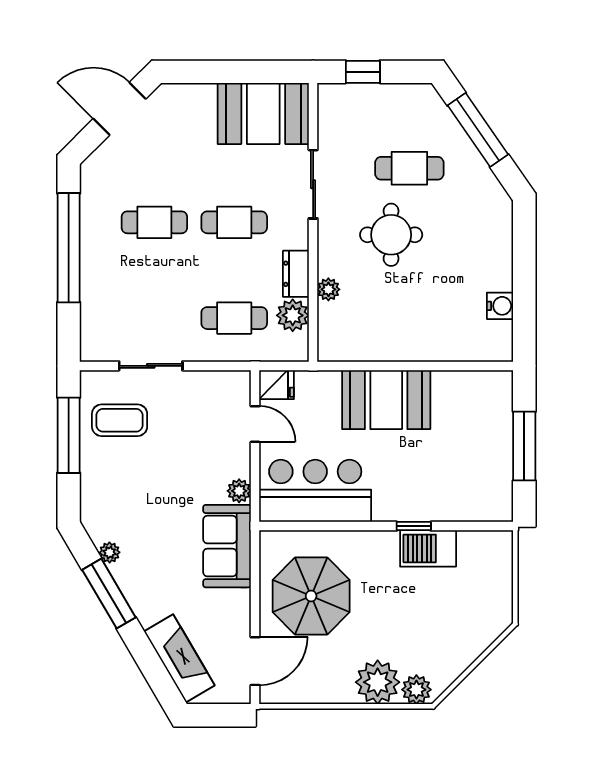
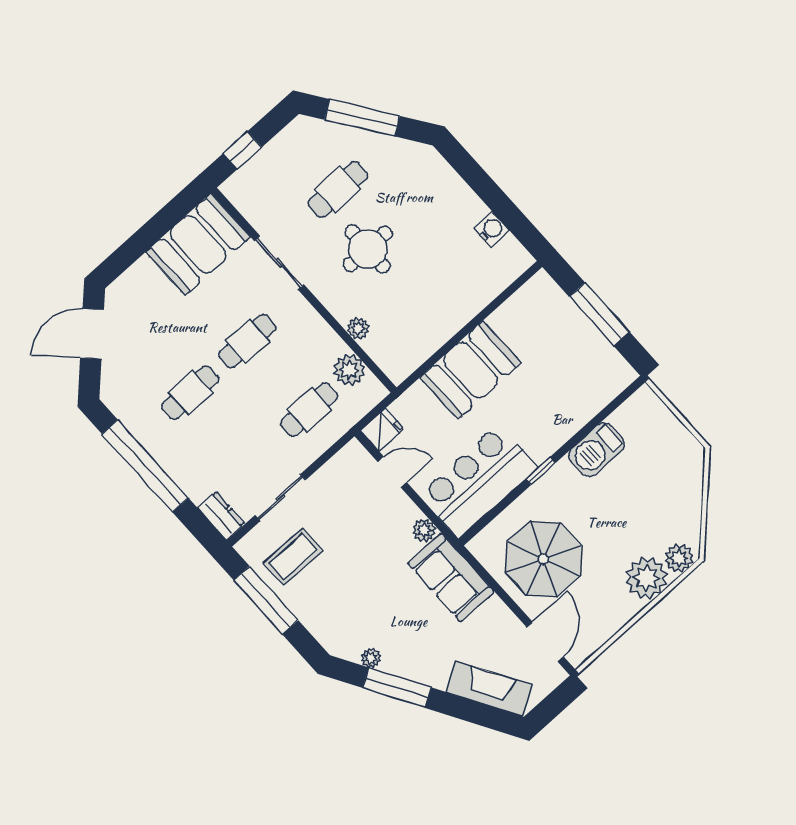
dresser: (296, 274) -> (221, 516), moved, turned 180
window: (414, 526) -> (541, 471), moved

